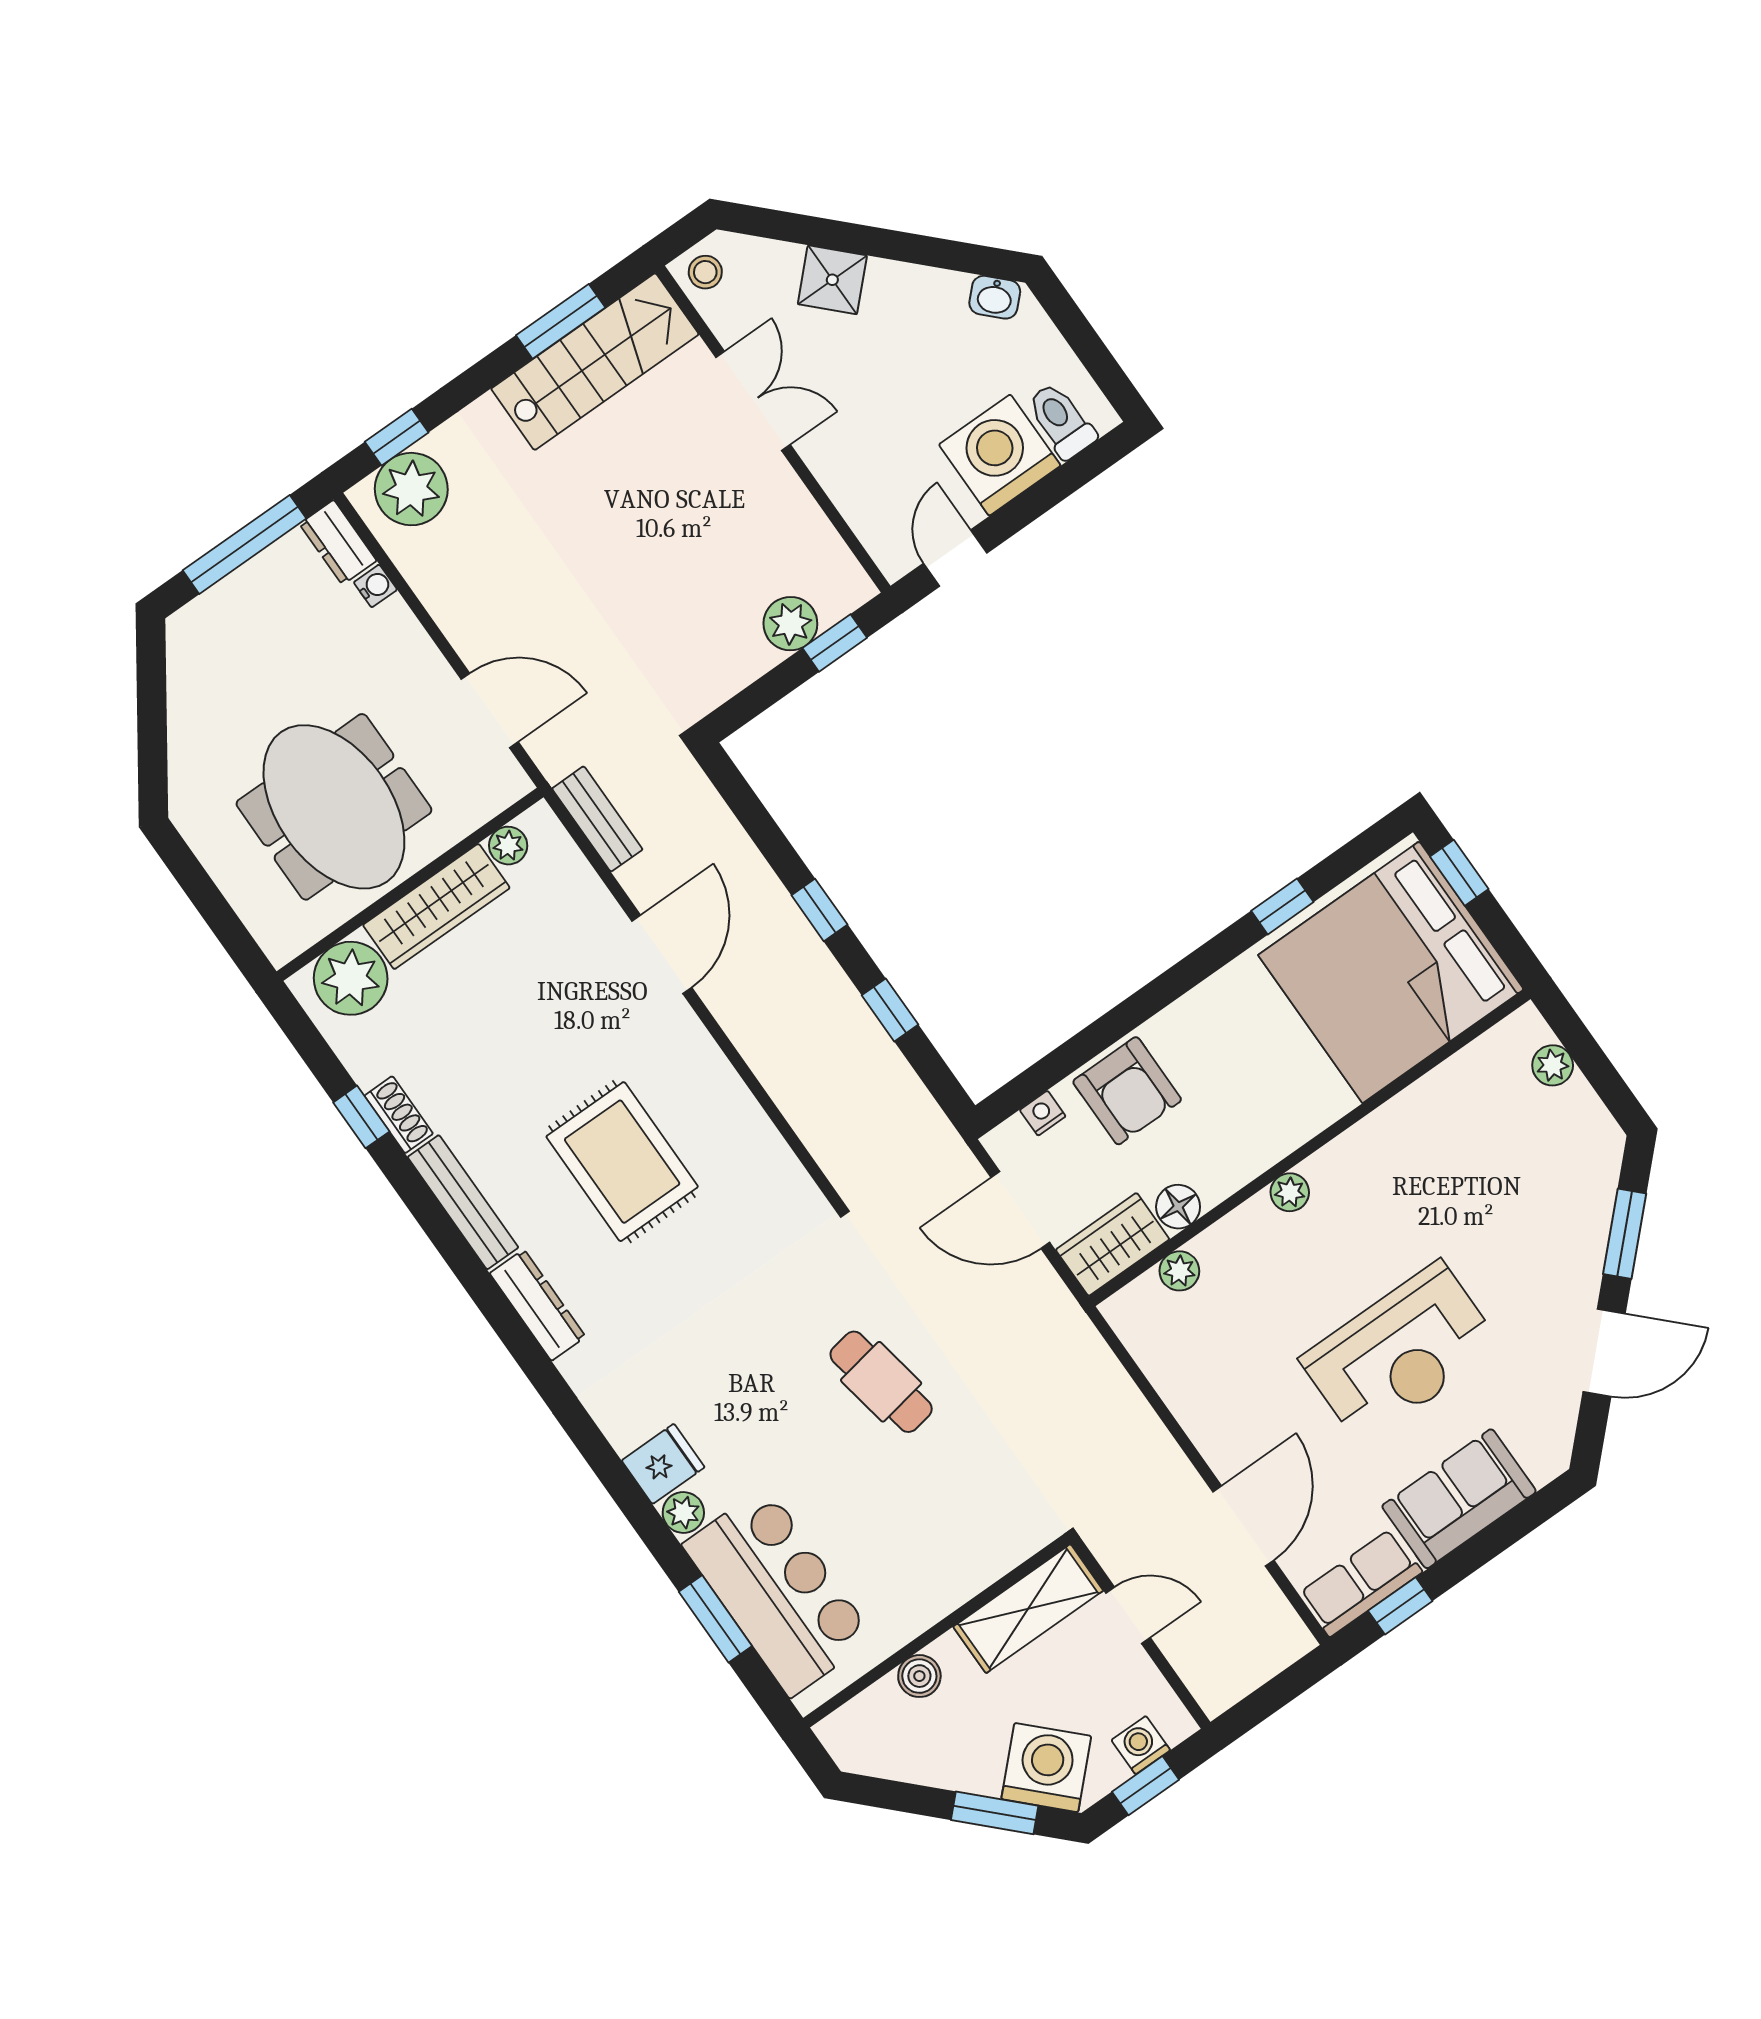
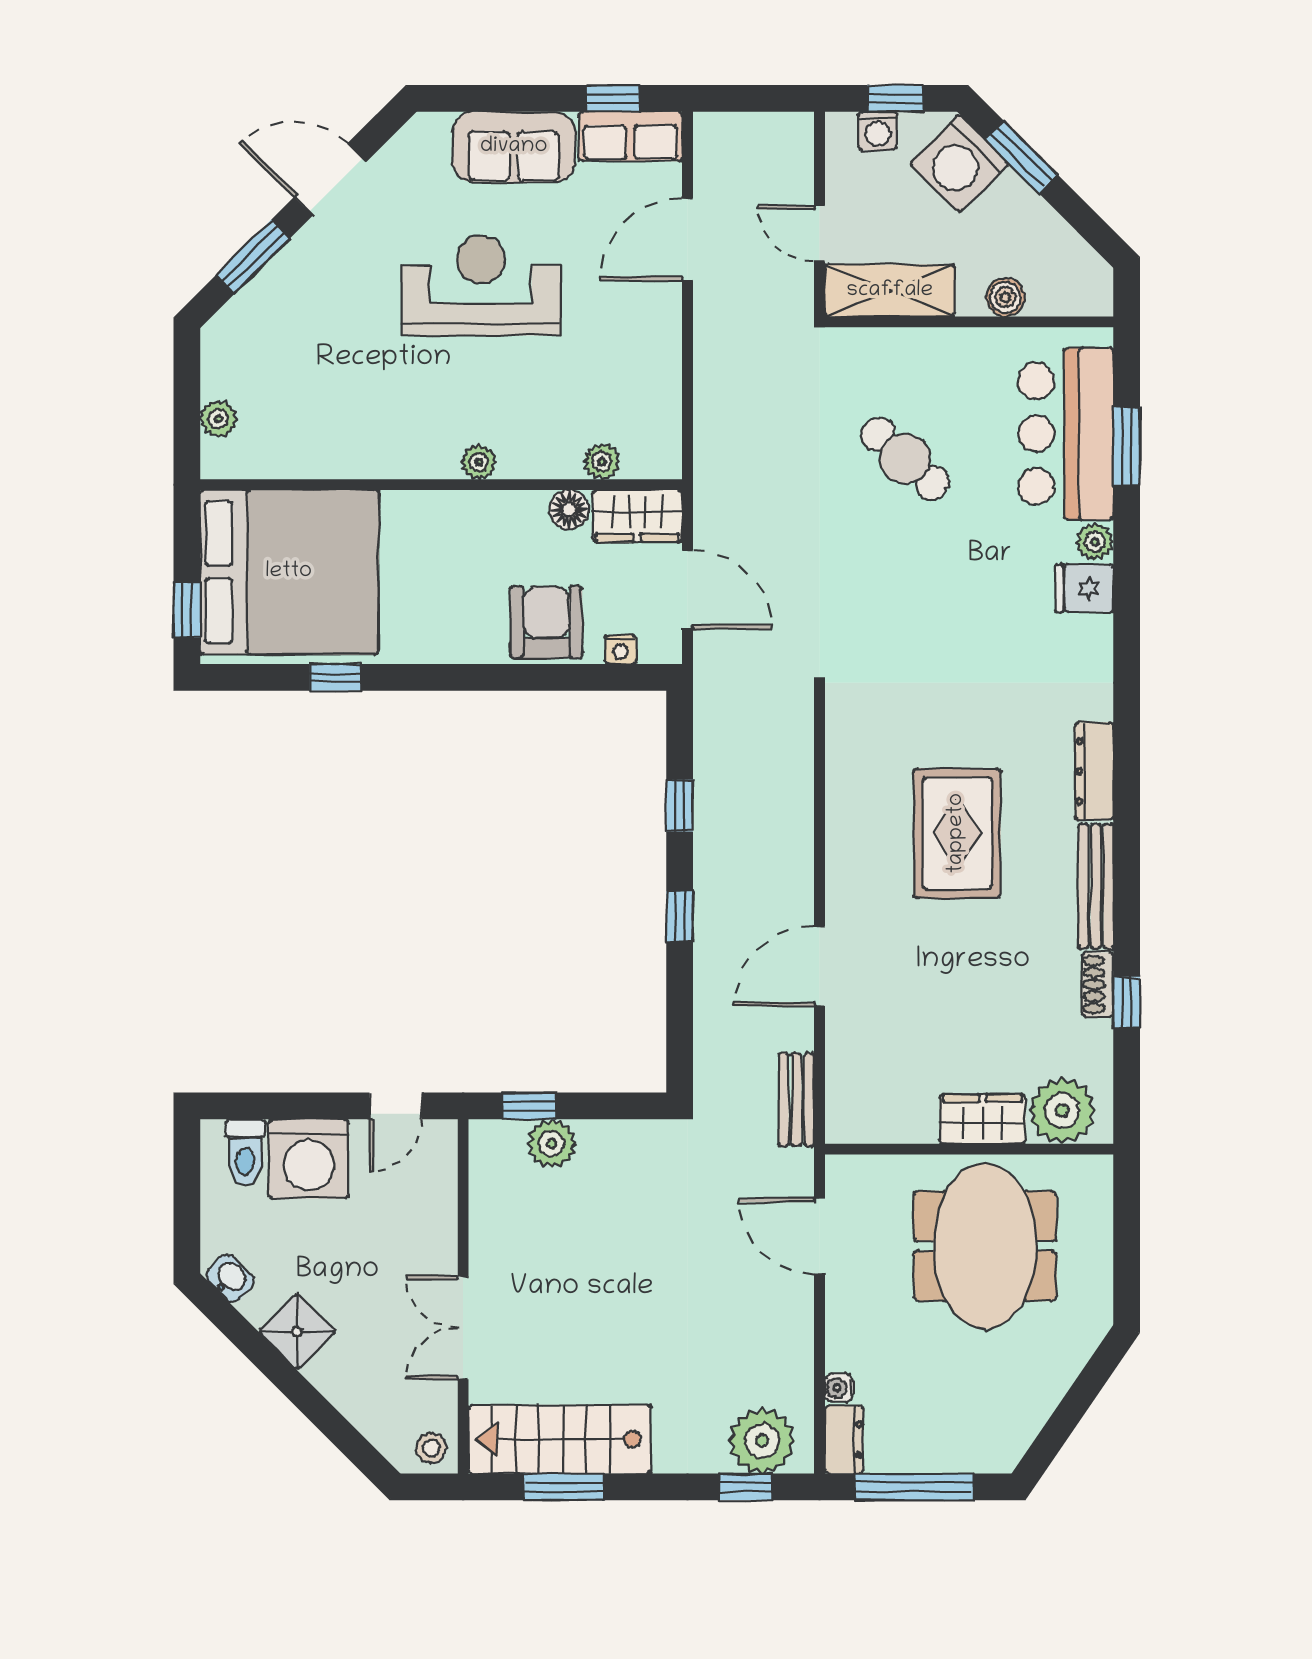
shower: (832, 280) -> (297, 1332), moved
plant: (508, 846) -> (876, 1127), removed
wardrobe: (436, 906) -> (983, 1119), width x0.67
cafe table: (881, 1382) -> (905, 458), moved, turned -38

